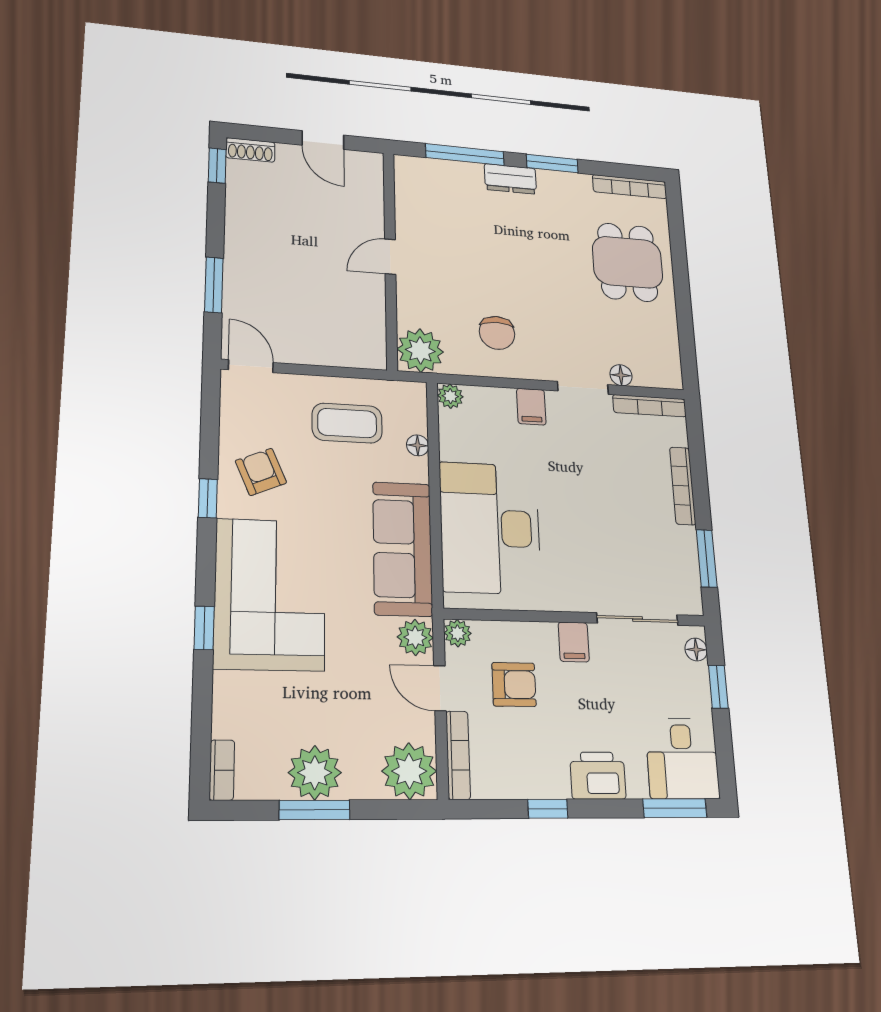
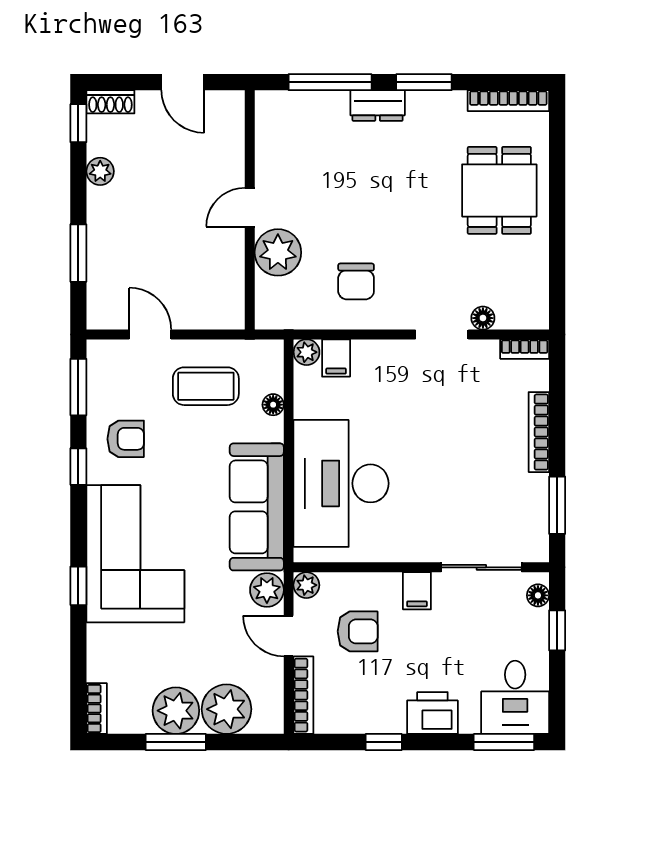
plant: (239, 211) -> (100, 171), added
plant: (420, 351) -> (278, 252), moved
door: (251, 366) -> (150, 334), moved
bookcase: (650, 406) -> (525, 349), width x0.64
filing cabinet: (531, 407) -> (336, 358), moved
window: (210, 416) -> (78, 387), added
armchair: (261, 472) -> (126, 439), turned 113
plant: (409, 771) -> (227, 709), moved

